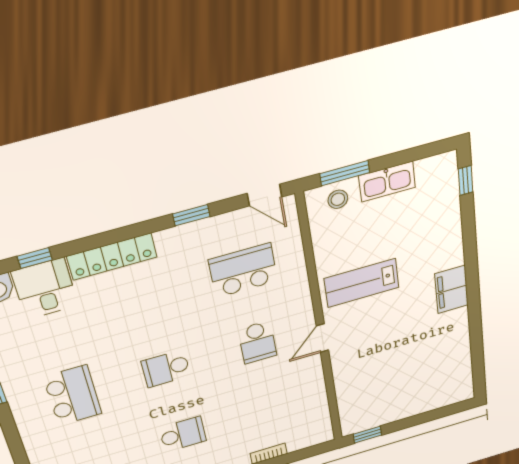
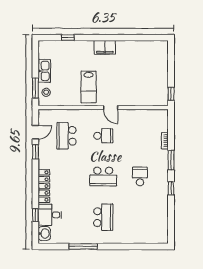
window: (466, 180) -> (68, 38), moved
door: (265, 195) -> (35, 132), moved
school desk: (166, 369) -> (103, 176), width x1.85
school desk: (73, 395) -> (103, 217), turned 90

